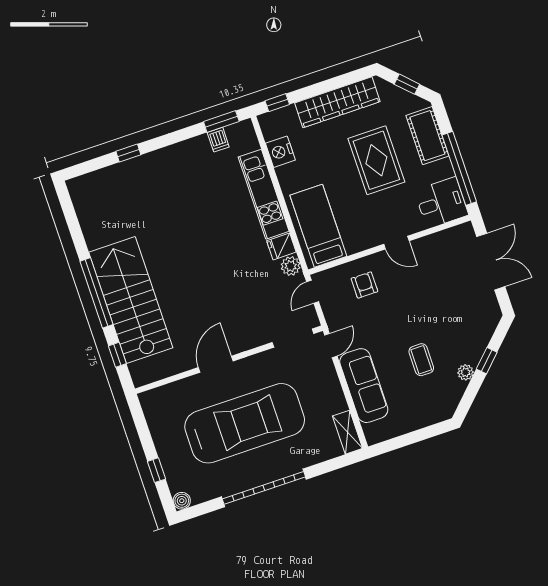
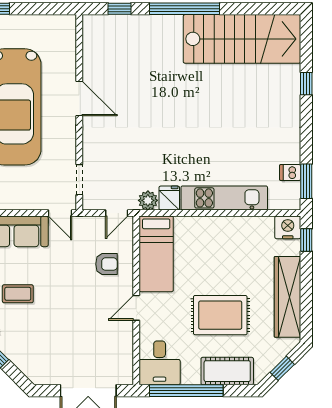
nightstand: (280, 152) -> (288, 227), moved
bed: (318, 226) -> (156, 254), moved, turned 90
door: (313, 292) -> (117, 213), swing flipped
stairs: (131, 300) -> (242, 39), moved
doorway: (293, 338) -> (79, 180), width x0.73

